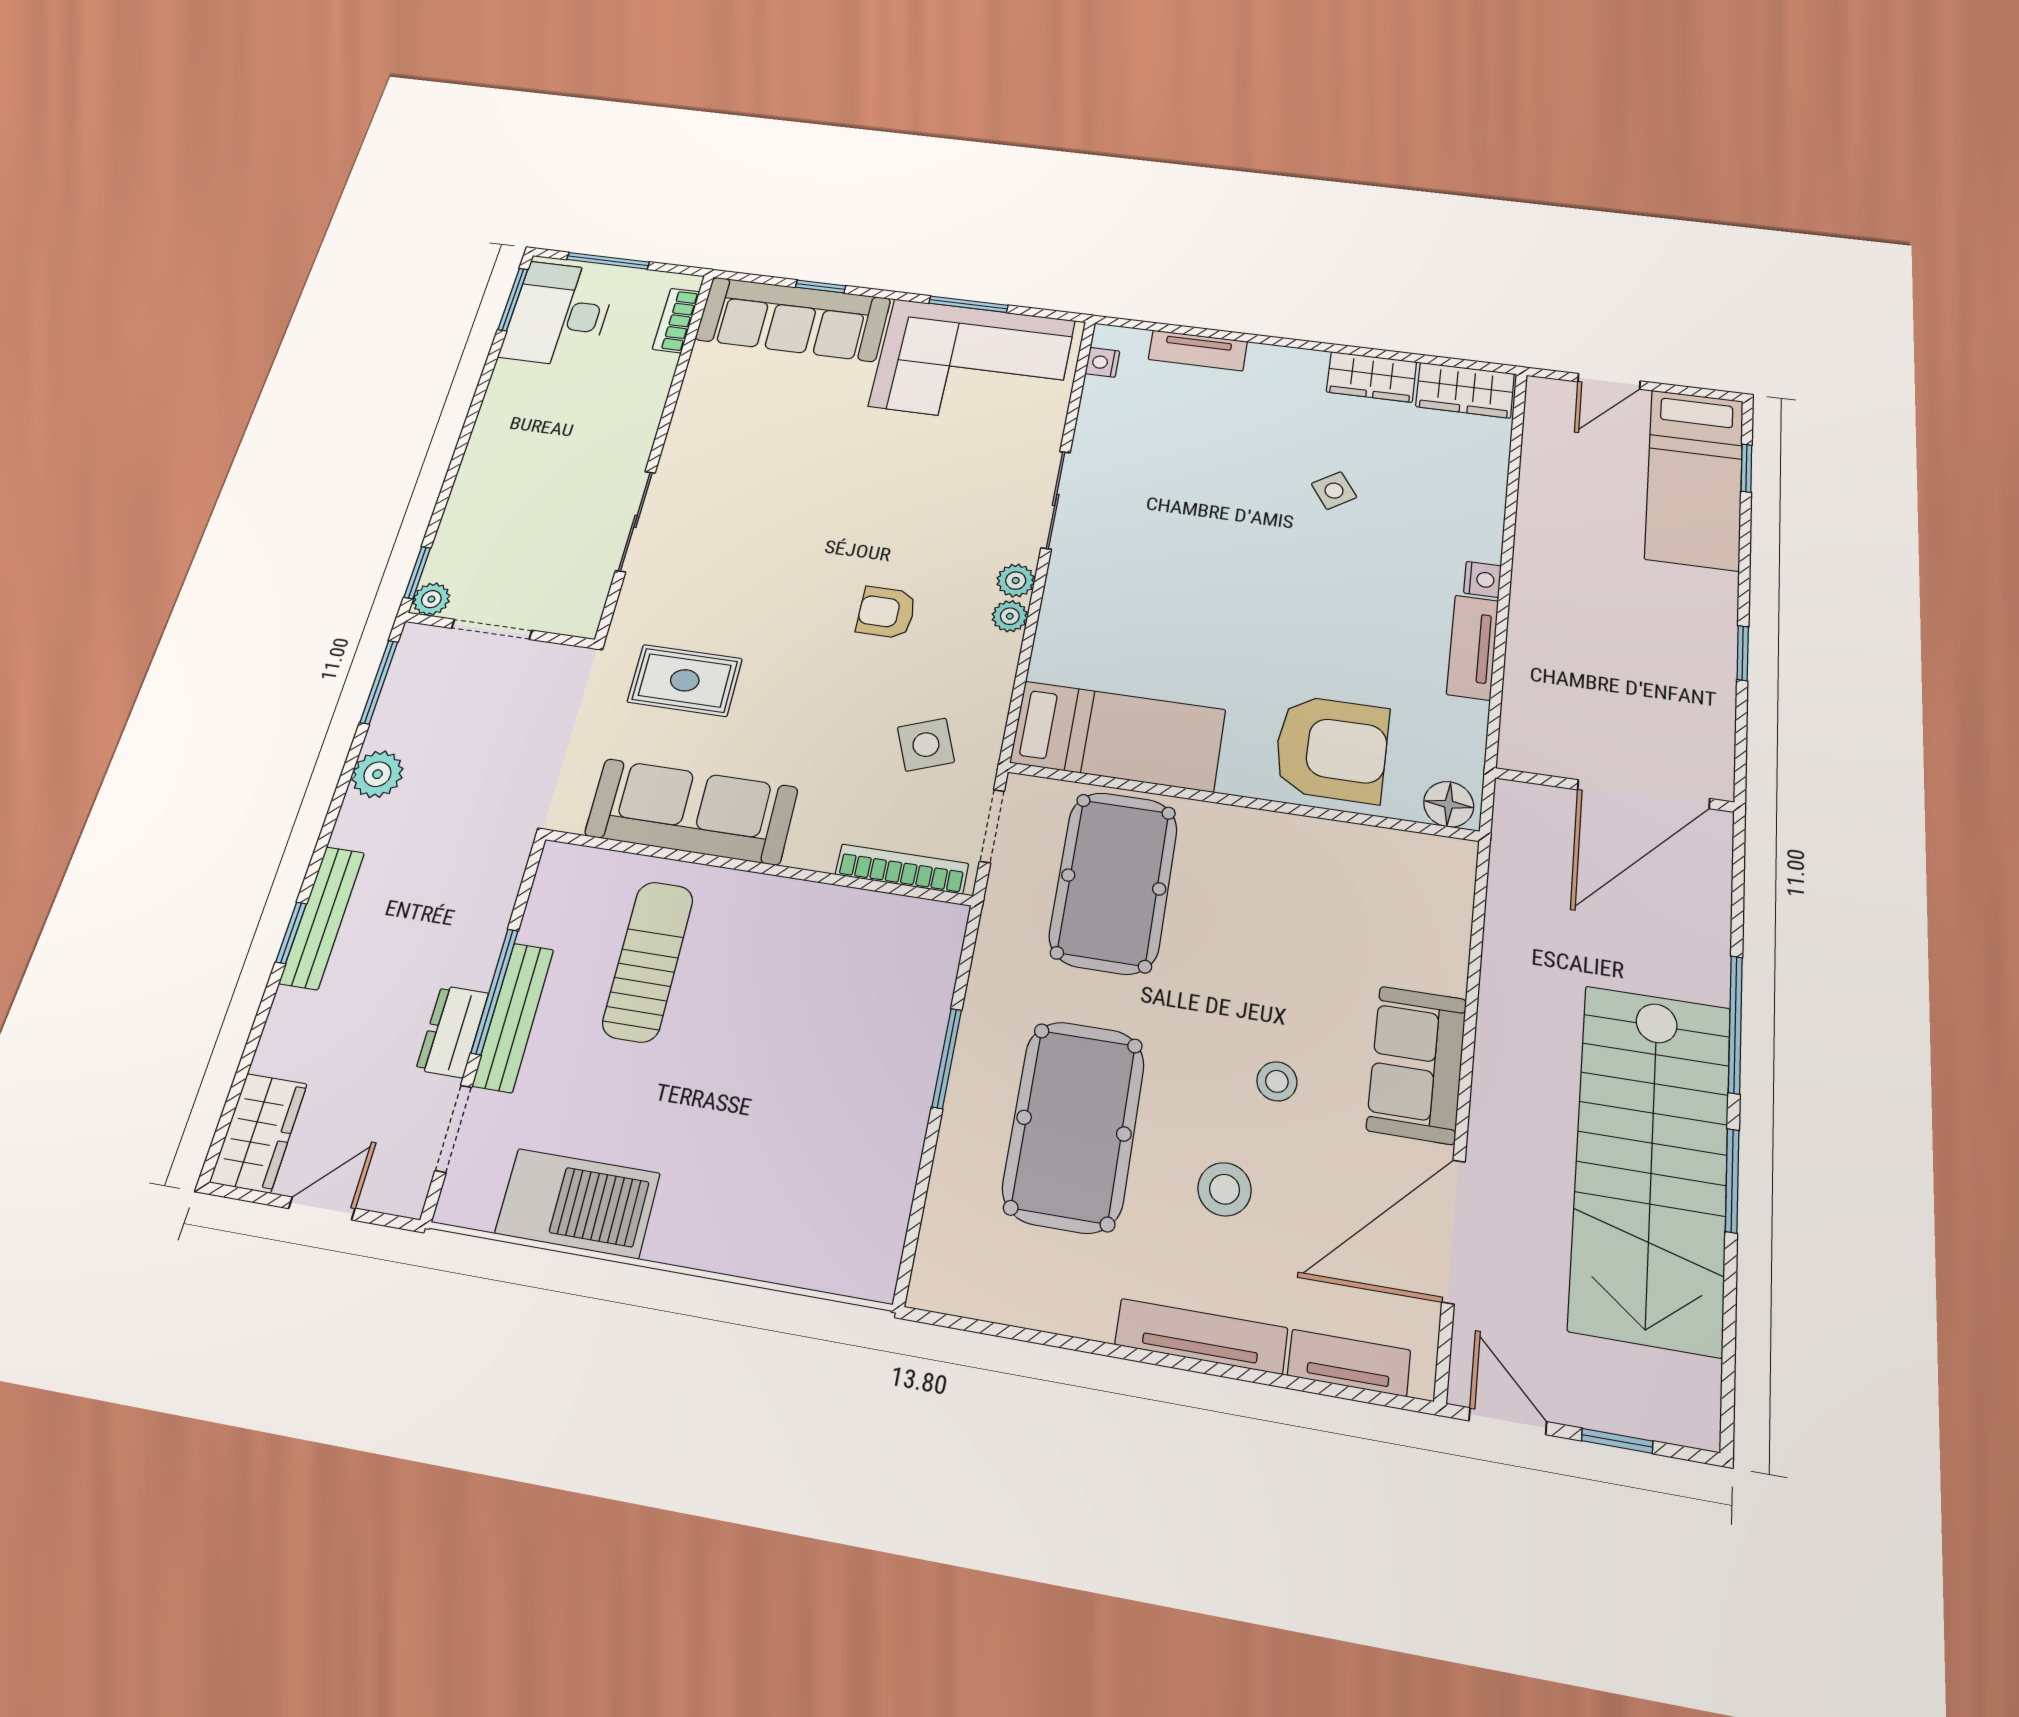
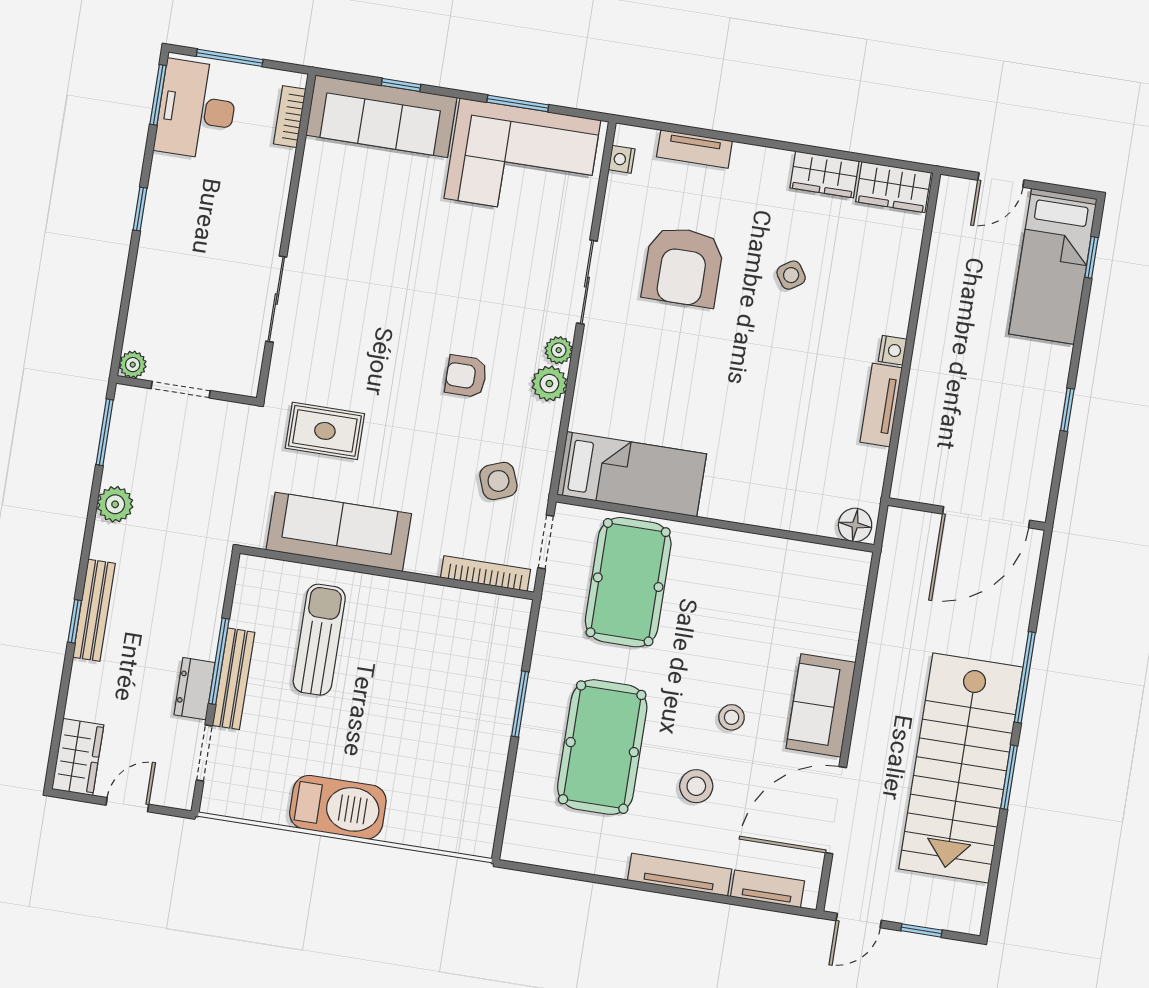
window: (417, 573) -> (140, 209), moved
plant: (1010, 616) -> (549, 384), width x1.38, depth x1.38
armchair: (1332, 749) -> (683, 267), moved, turned 90
barbecue: (578, 1203) -> (338, 807), moved
door: (1508, 1421) -> (859, 920), swing flipped

